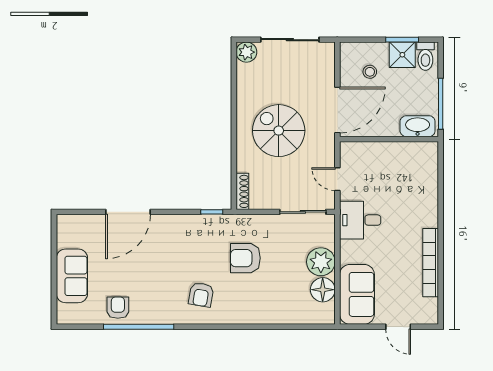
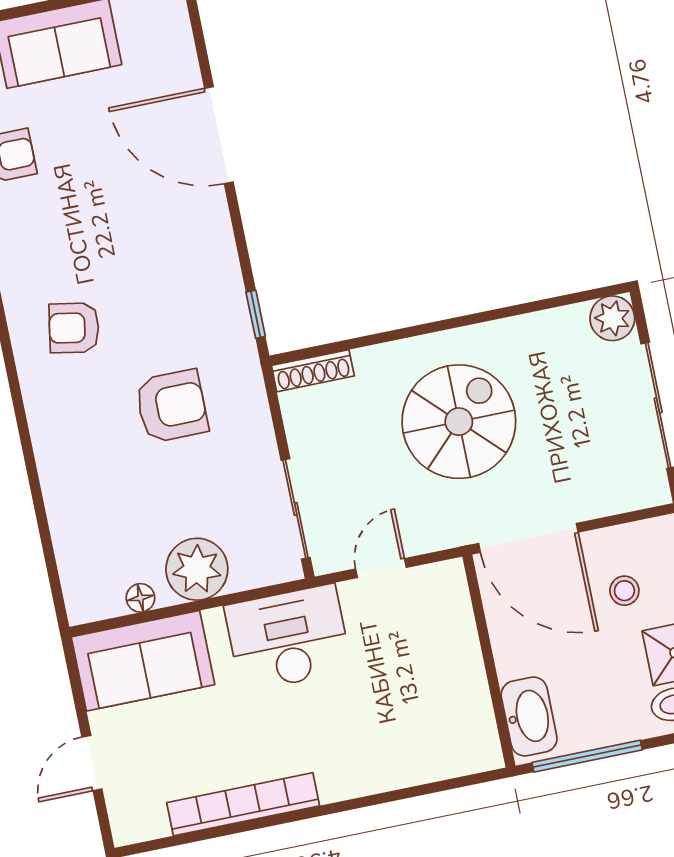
desk: (360, 220) -> (288, 638), width x1.37
armchair: (245, 258) -> (172, 406), turned 90
floor lamp: (323, 290) -> (140, 598), width x0.53, depth x0.53

